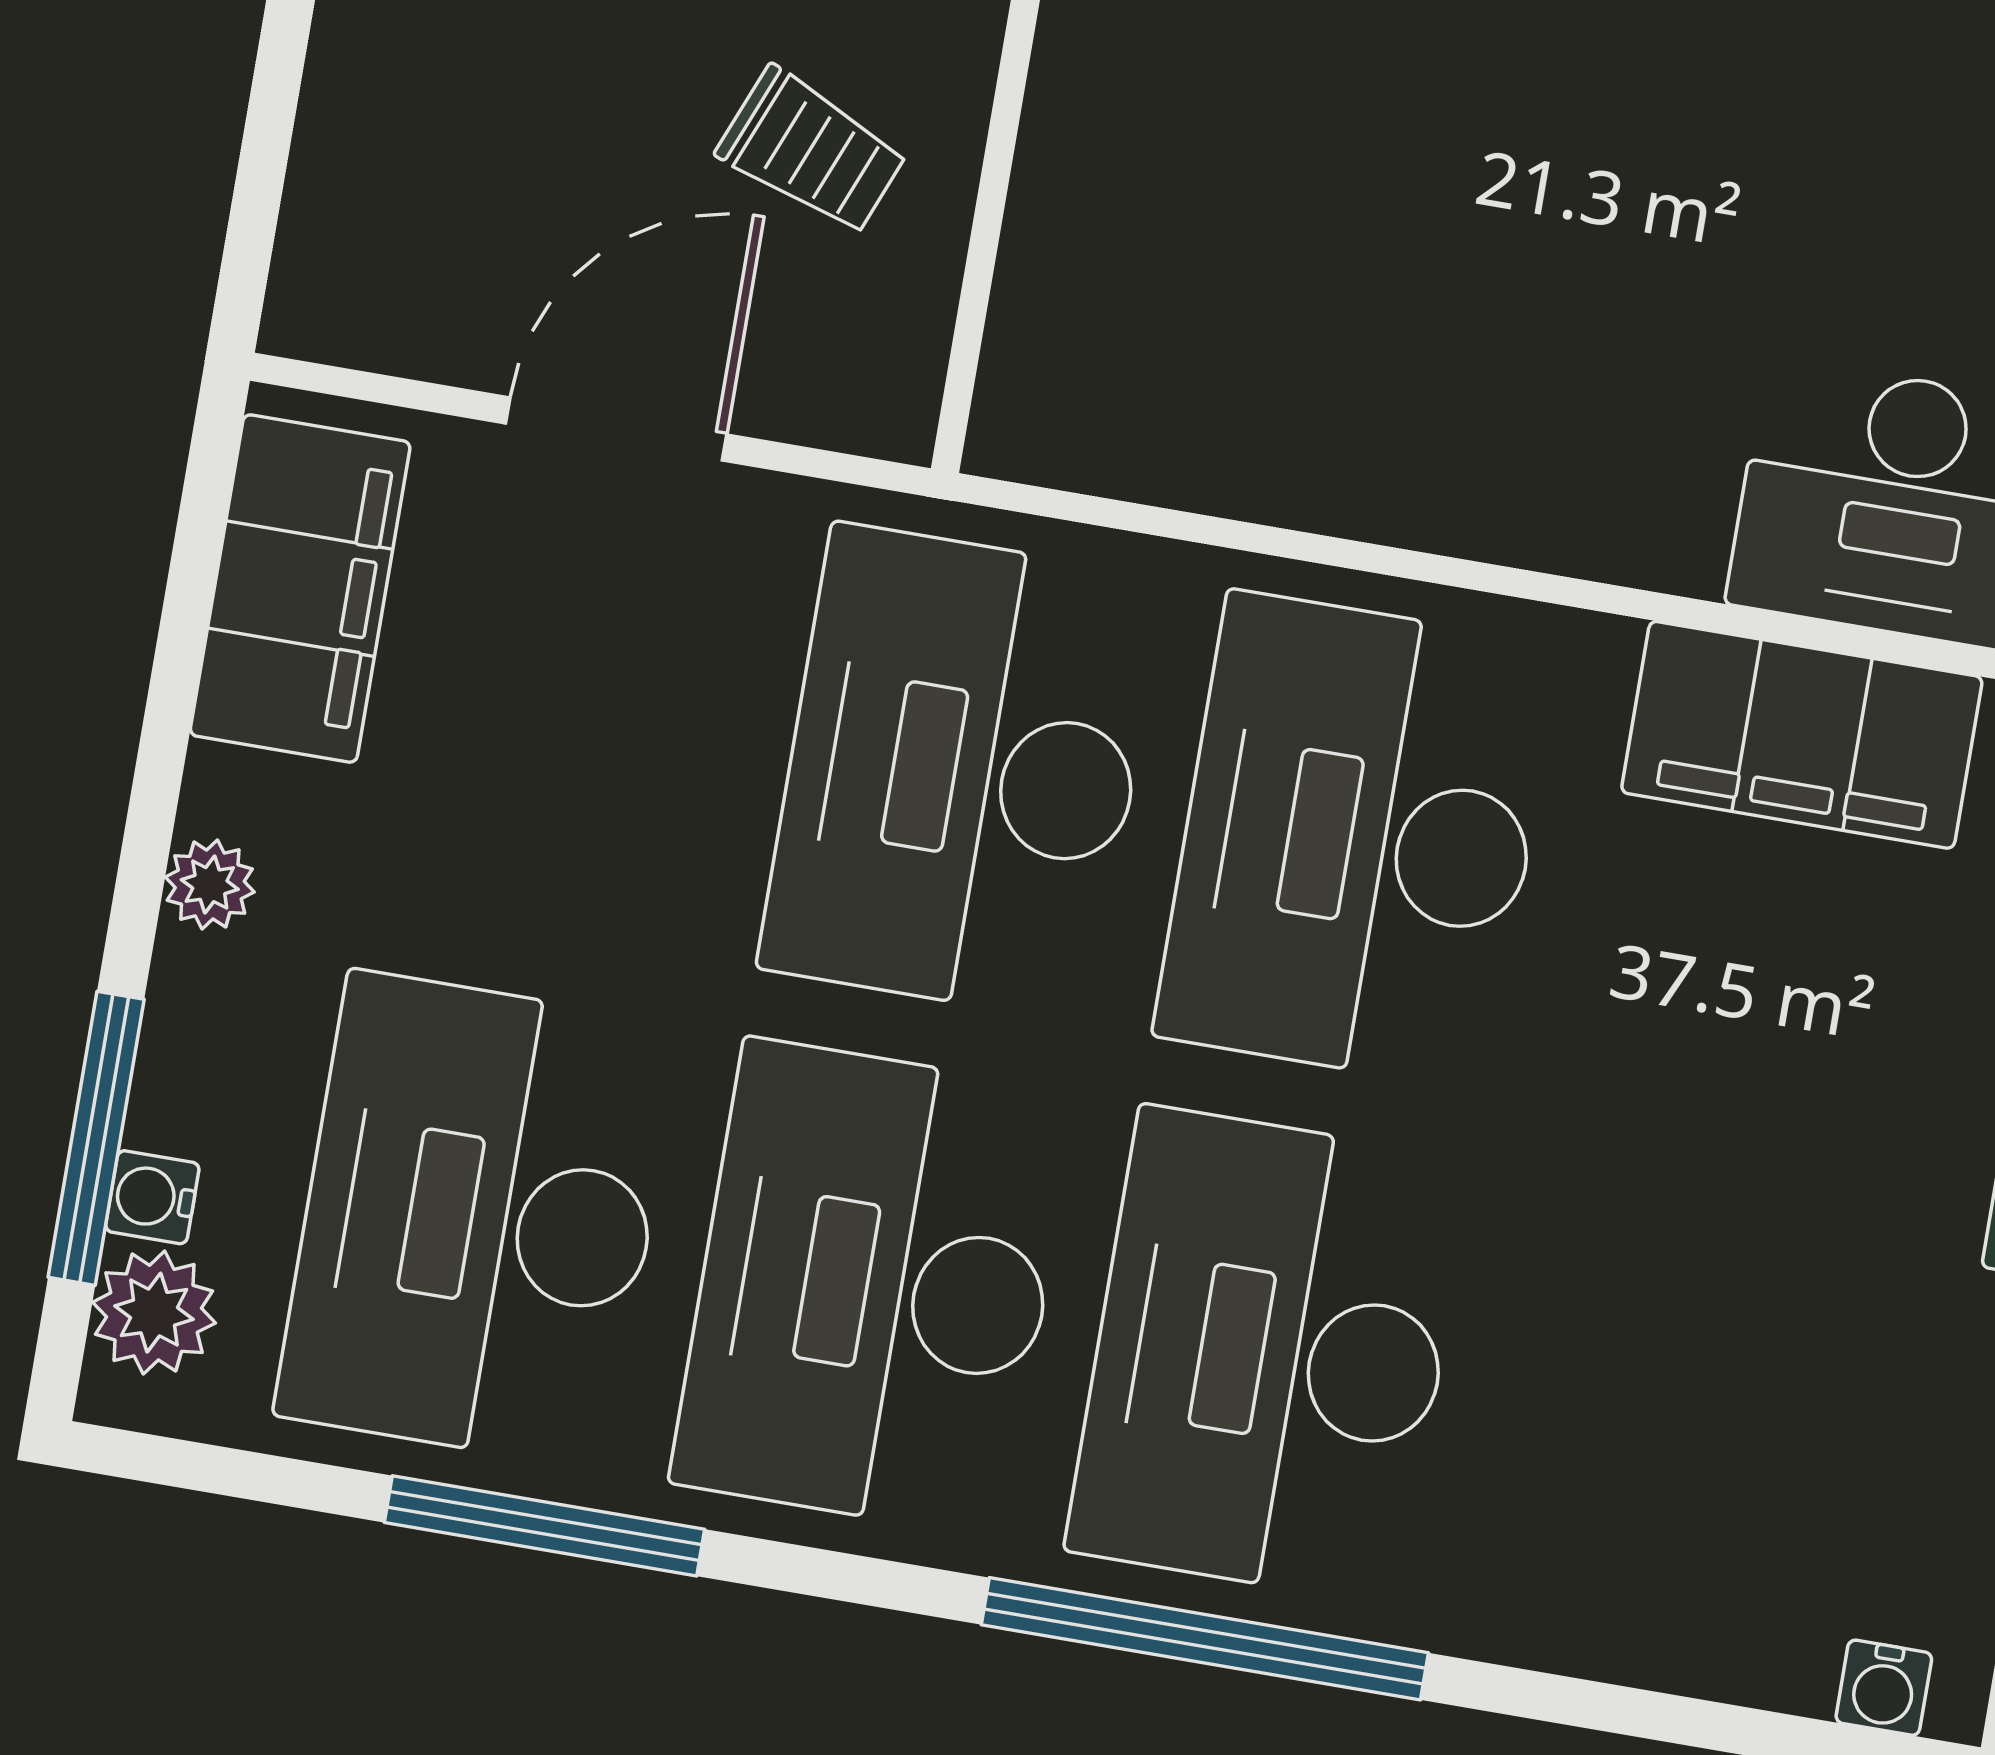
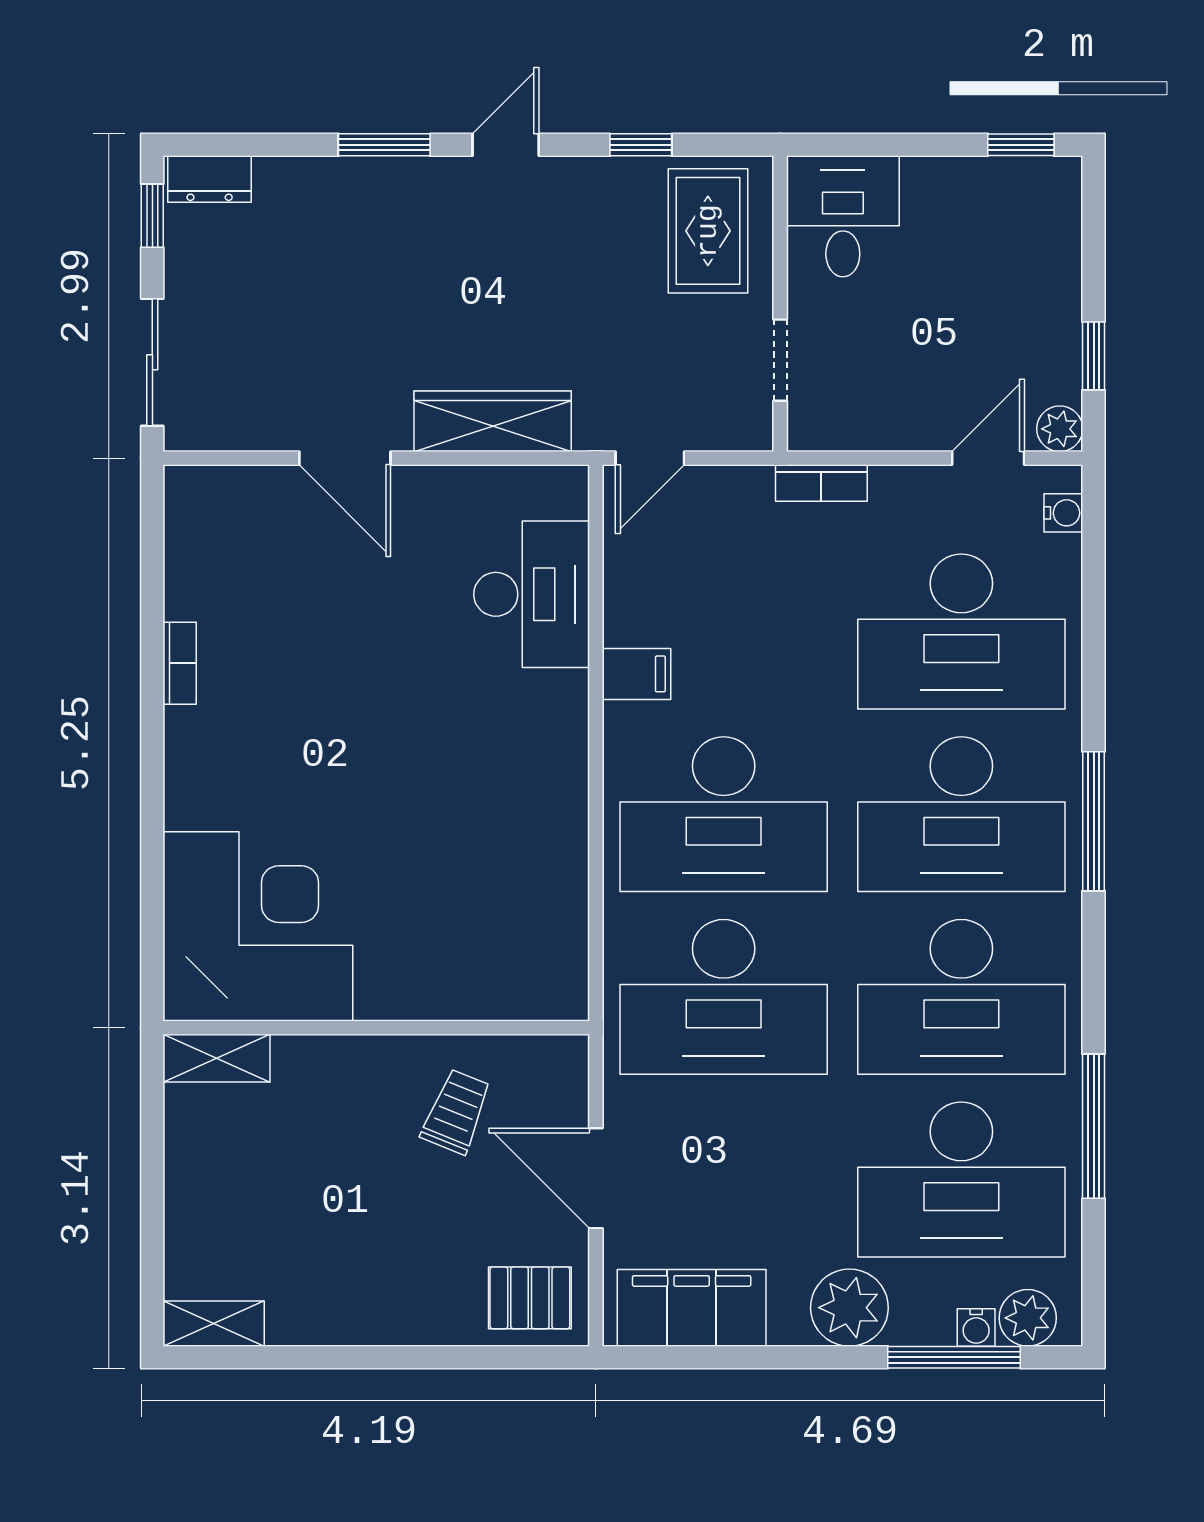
pallet: (382, 242) -> (530, 1298), added
filing cabinet: (1802, 735) -> (636, 674), width x0.33, depth x0.86
plant: (210, 885) -> (849, 1308), width x1.87, depth x1.87
desk: (1665, 1423) -> (961, 632), added
window: (1205, 1639) -> (1094, 821), width x0.68

